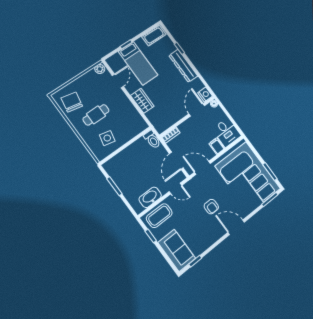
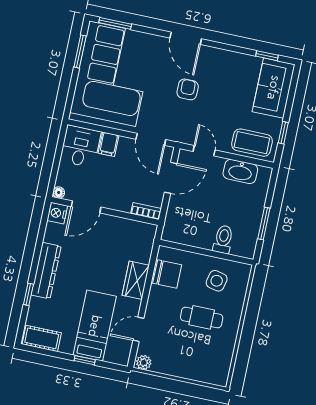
chair: (72, 102) -> (167, 274), moved, turned -101
toilet: (152, 139) -> (223, 239), moved

